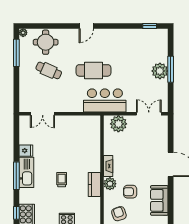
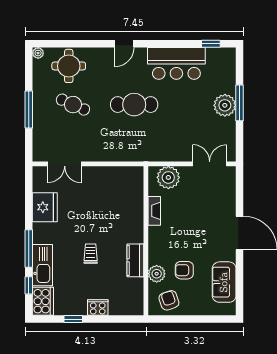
window: (16, 53) -> (29, 110), moved
bar counter: (105, 100) -> (176, 63), moved, turned 180
fridge: (26, 151) -> (45, 207), width x1.88, depth x1.34
fireplace: (108, 166) -> (154, 211), moved
kitchen sink: (26, 172) -> (42, 265), moved
plant: (110, 184) -> (157, 274), moved
window: (16, 213) -> (29, 285), moved

